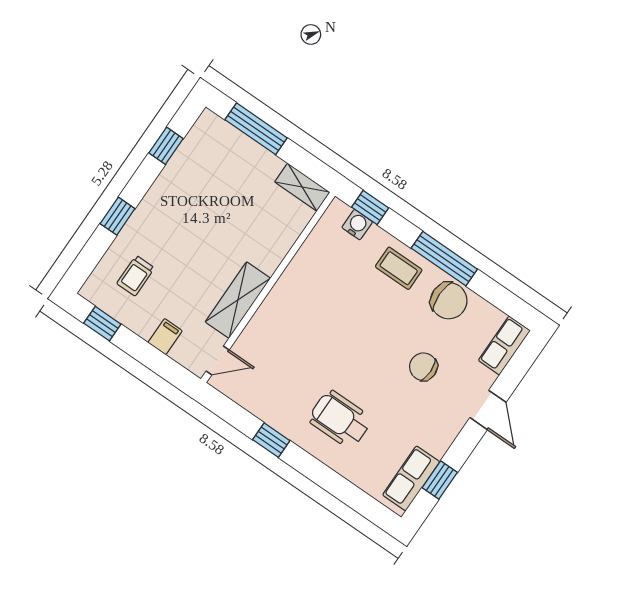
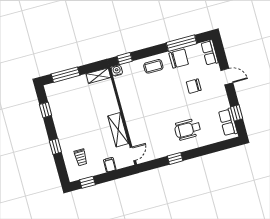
water cooler: (357, 225) -> (117, 71), moved
window: (444, 259) -> (182, 43), moved

